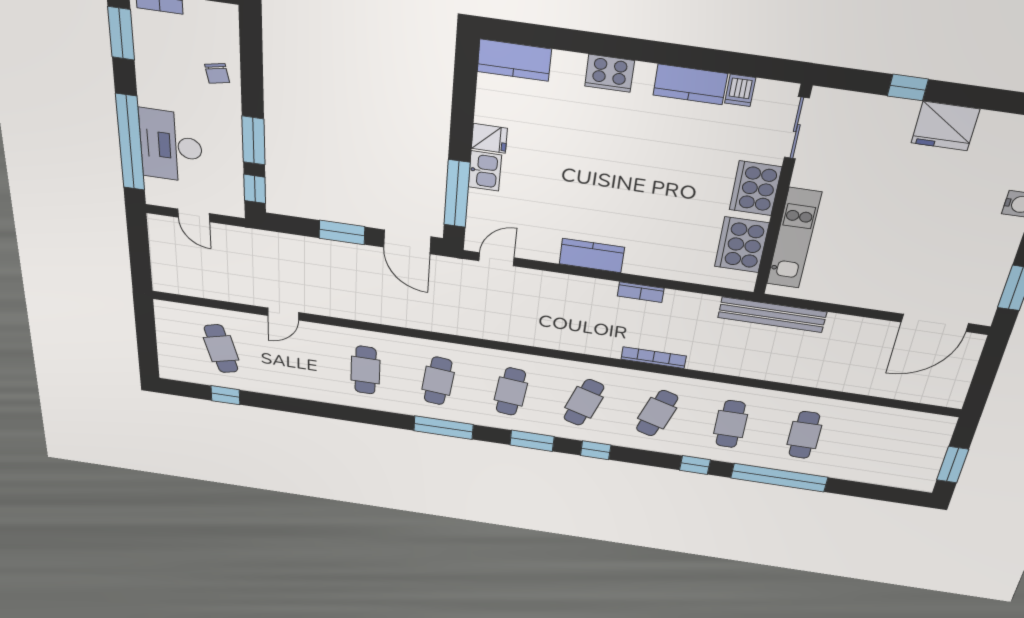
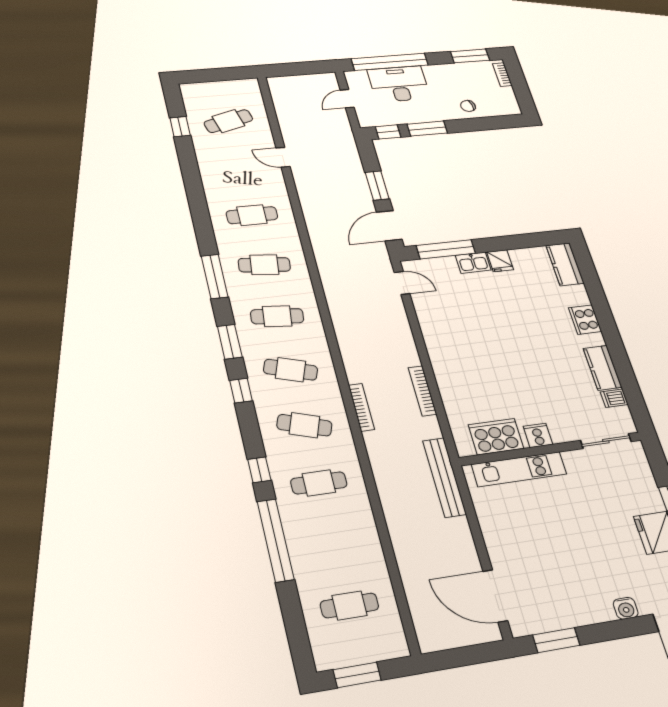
cooker: (755, 188) -> (538, 435), width x0.53, depth x0.76
kitchen counter: (592, 256) -> (436, 342), removed
bookcase: (641, 292) -> (422, 391), width x1.56
cafe table: (804, 435) -> (349, 605), moved

